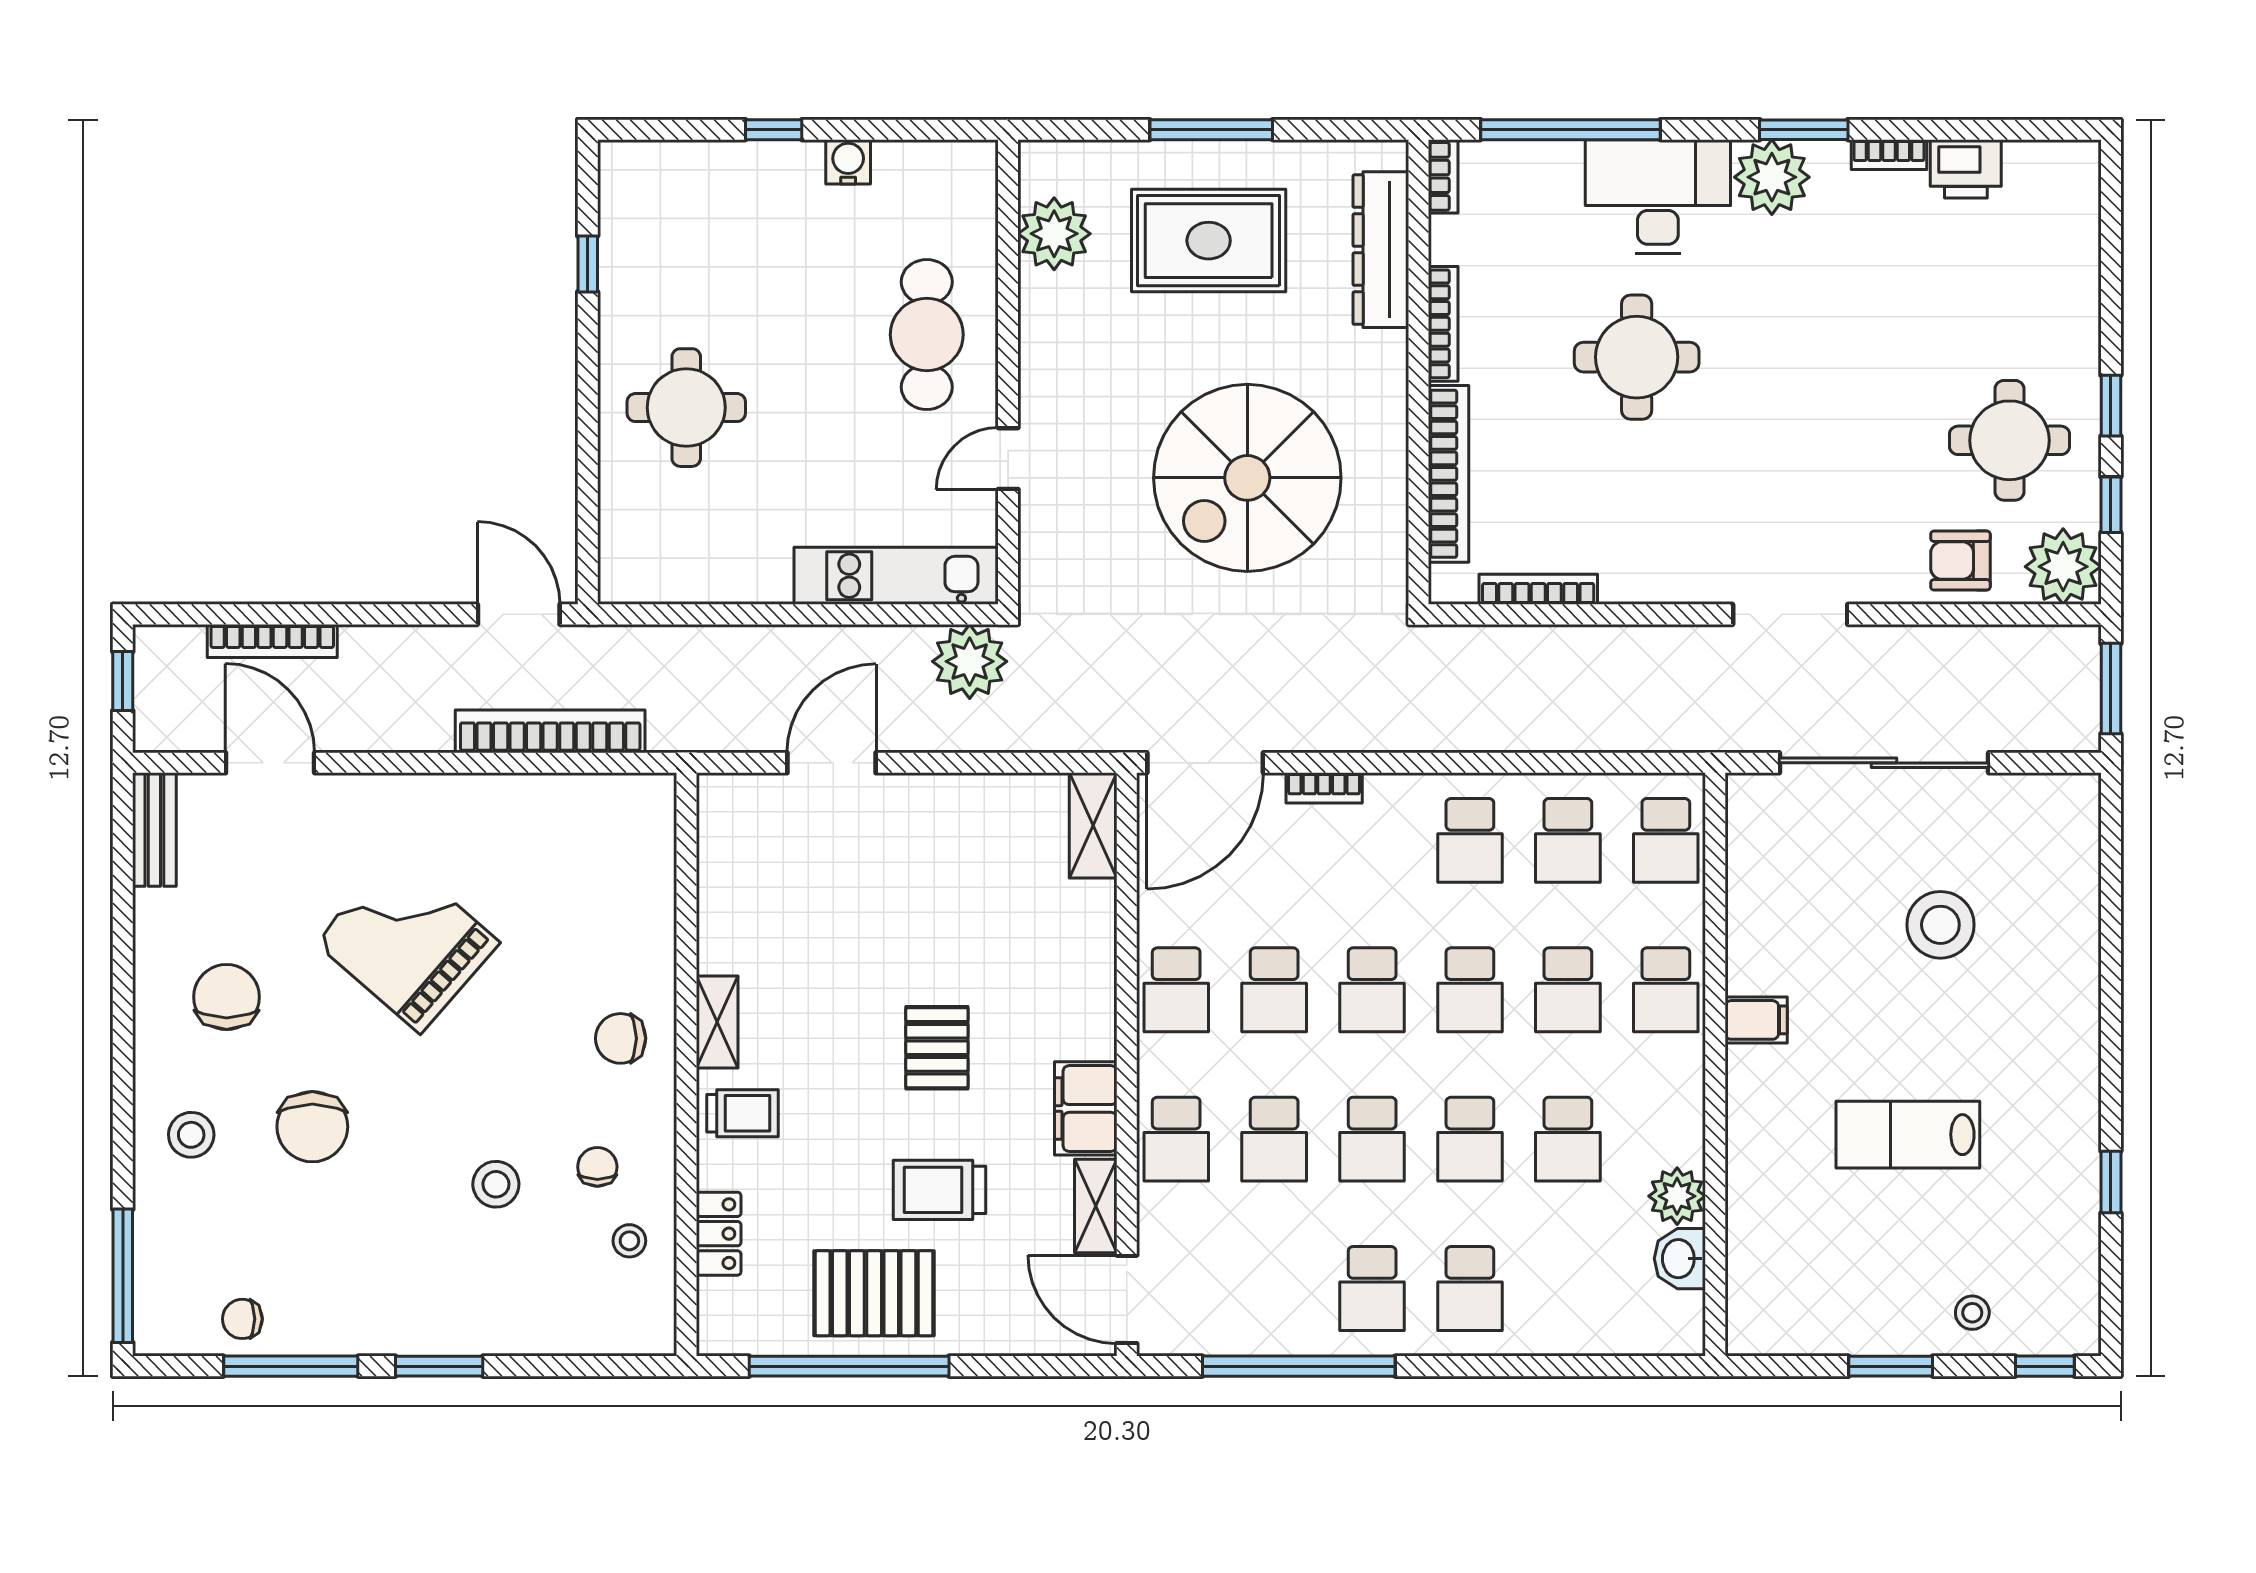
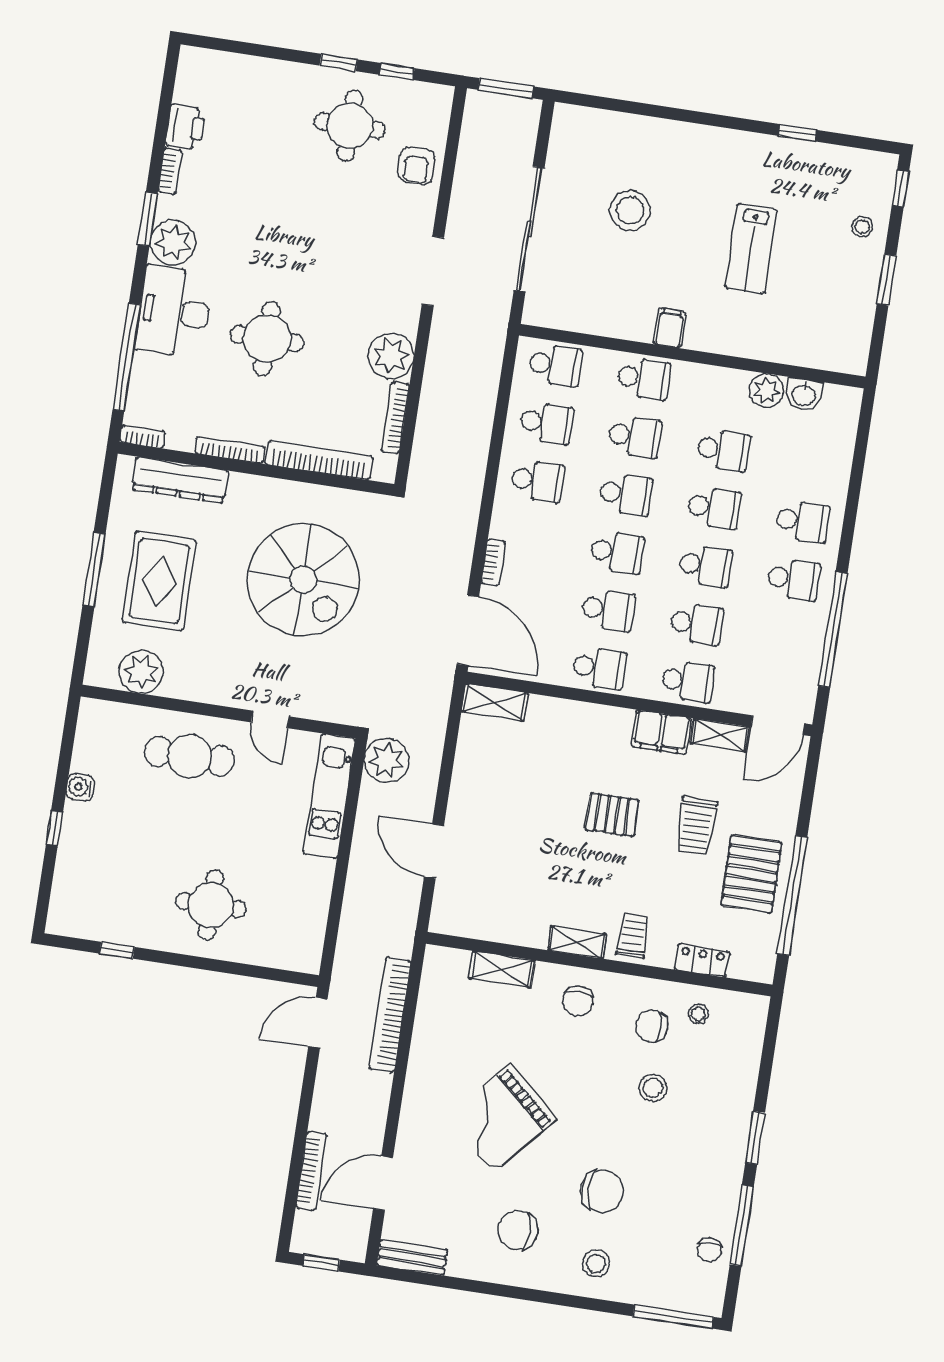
plant: (2063, 567) -> (391, 356), moved
shelving: (653, 905) -> (502, 969), added
chair: (597, 1167) -> (652, 1026), width x1.37, depth x1.37

